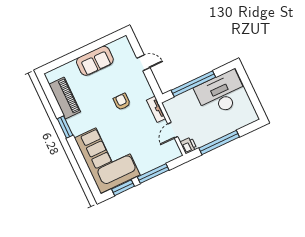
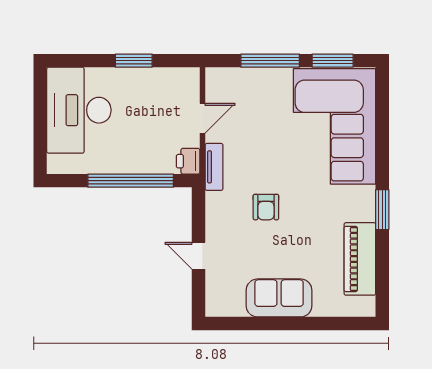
desk: (221, 94) -> (79, 110), moved, turned 90
window: (219, 142) -> (134, 61), width x0.47
printer: (188, 145) -> (188, 161), moved

